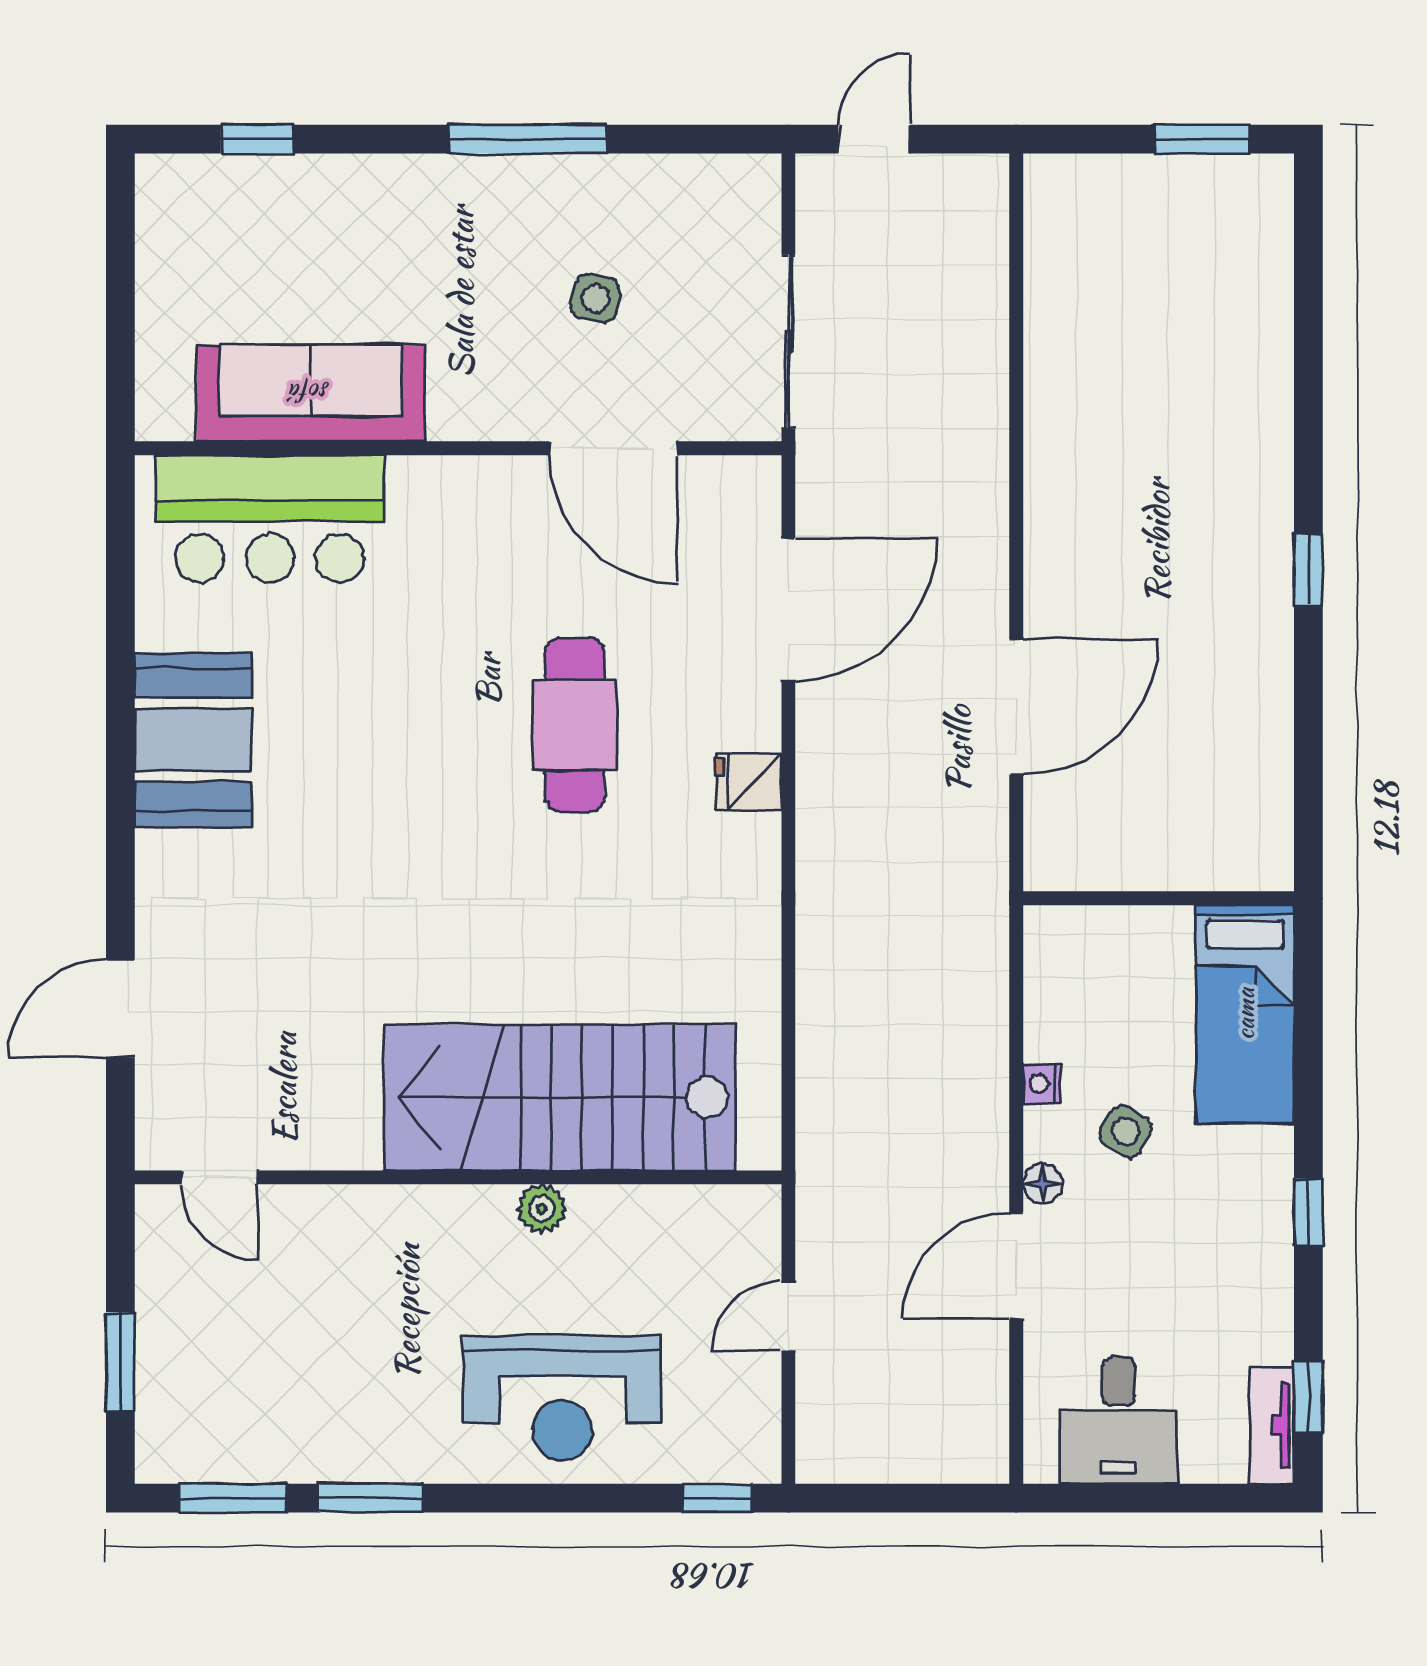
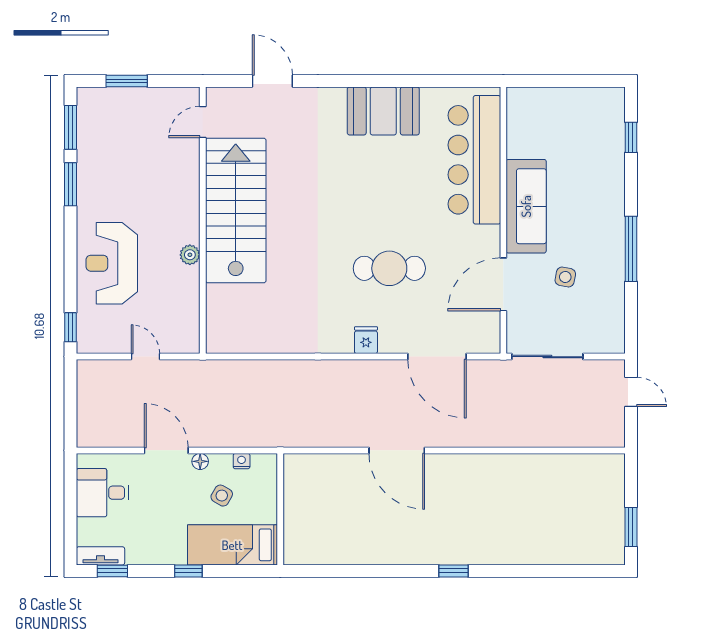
sofa: (310, 393) -> (526, 206), moved
bar counter: (270, 519) -> (474, 160), width x1.36
wall: (1159, 898) -> (280, 509), moved
bed: (1245, 1014) -> (232, 545), moved
stairs: (560, 1097) -> (236, 211), moved

